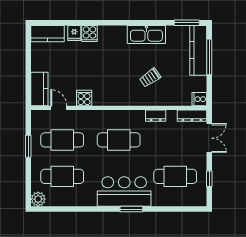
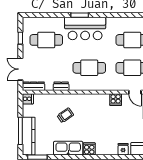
cooker: (89, 33) -> (89, 149), moved

